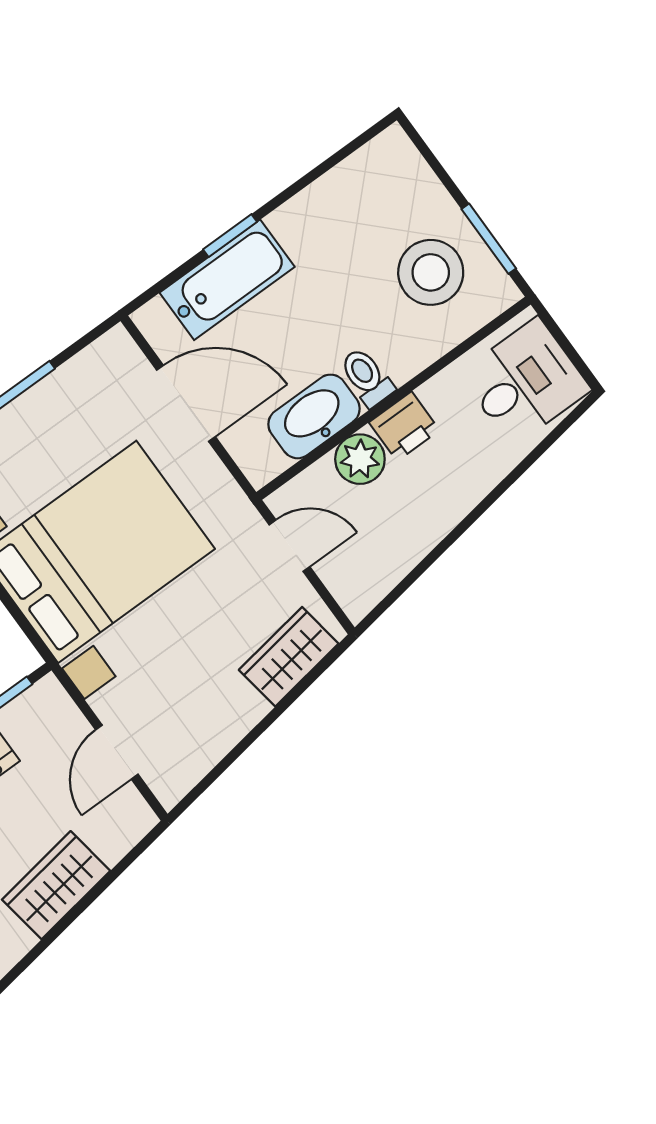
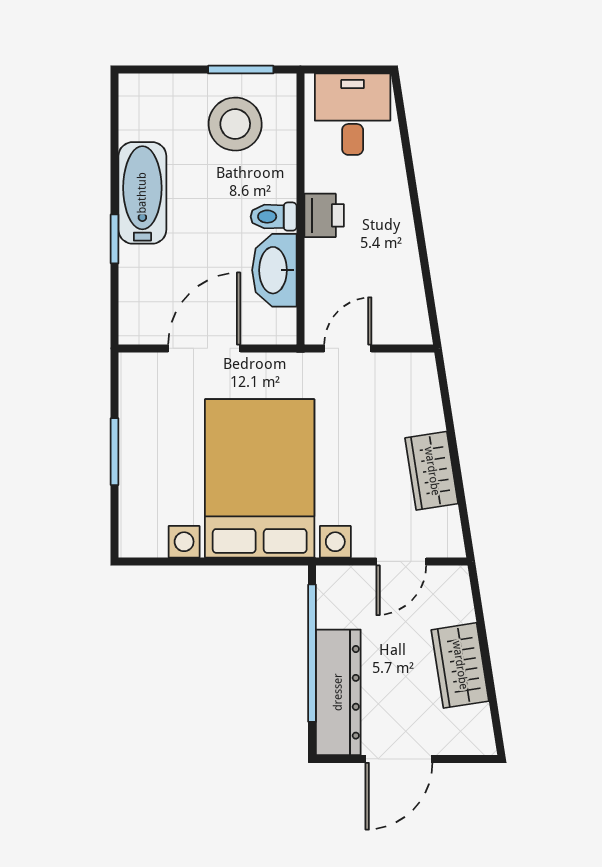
bathtub: (227, 280) -> (142, 193), moved
plant: (360, 459) -> (325, 260), removed
wardrobe: (289, 657) -> (432, 471), moved
door: (117, 752) -> (401, 561), hinge flipped

